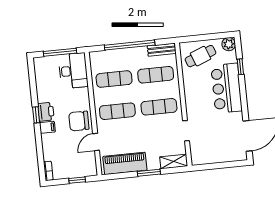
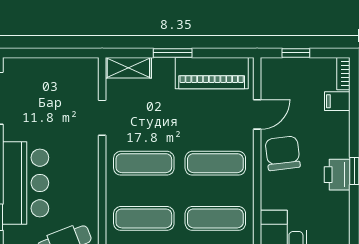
chair: (79, 121) -> (283, 153), turned -97
filing cabinet: (47, 127) -> (337, 101), moved

